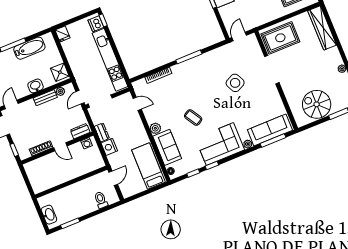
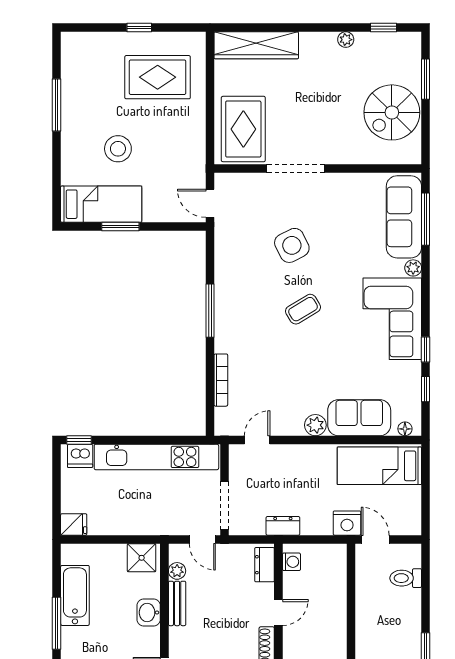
coffee table: (193, 118) -> (303, 309), moved
nightstand: (109, 147) -> (347, 523), moved

